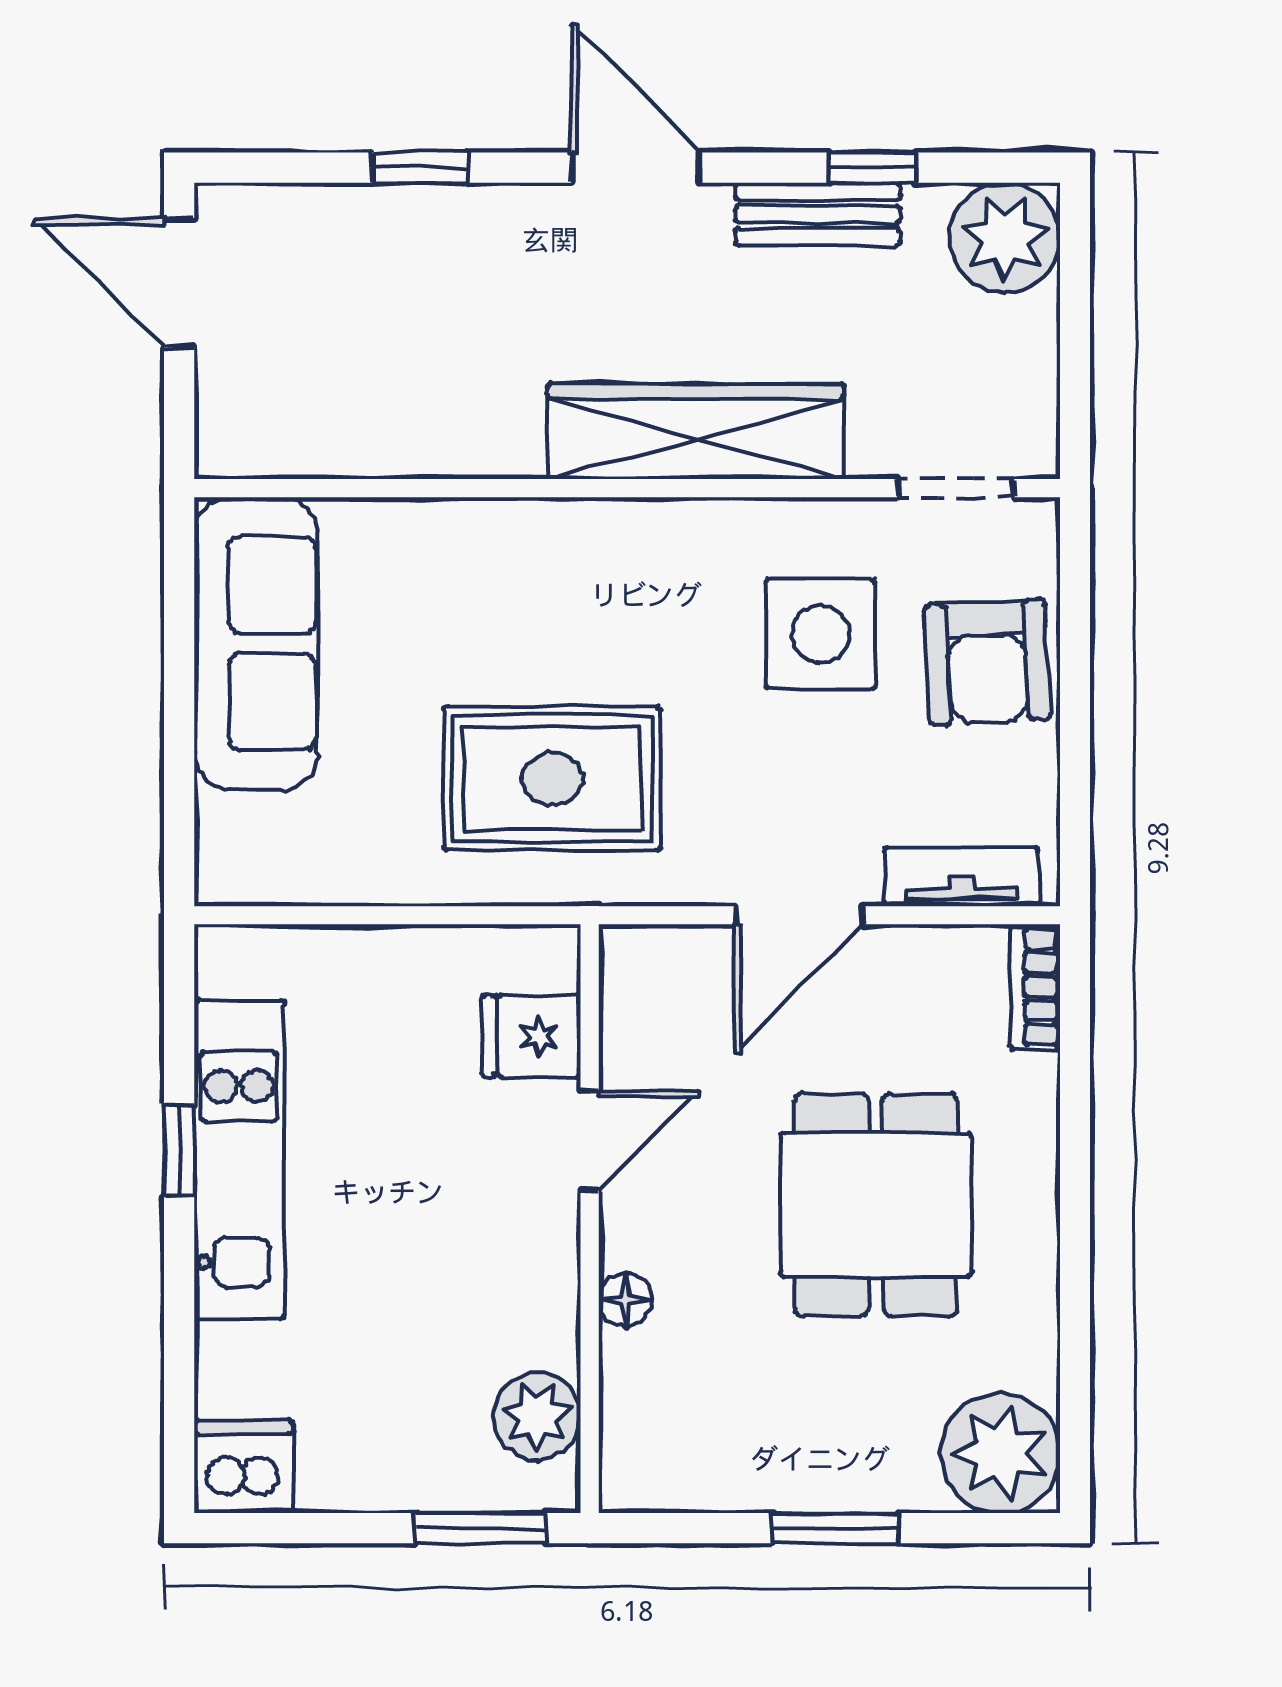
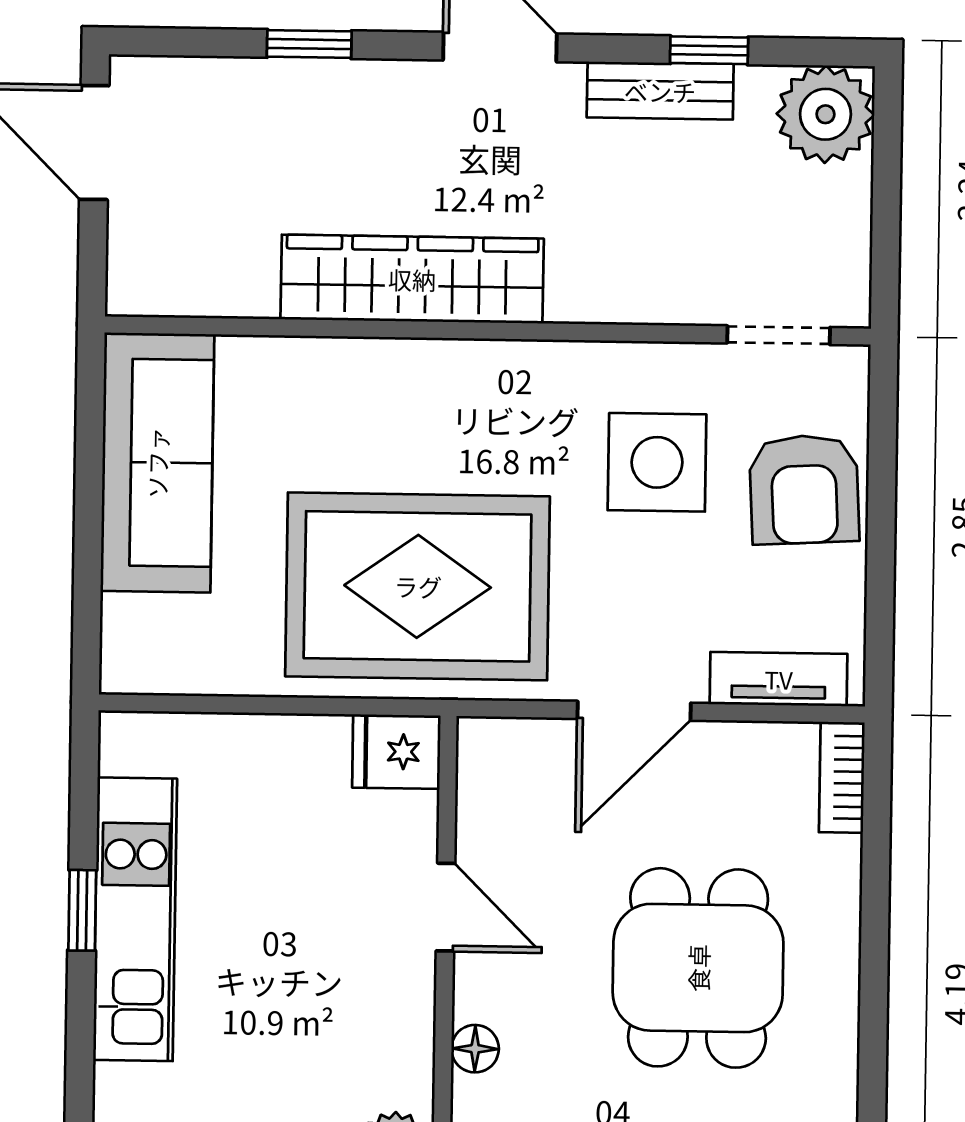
wardrobe: (696, 431) -> (412, 279), moved
rug: (552, 778) -> (418, 586), width x1.37, depth x1.44
fridge: (531, 1036) -> (396, 752), moved
door: (590, 1140) -> (446, 907), hinge flipped

